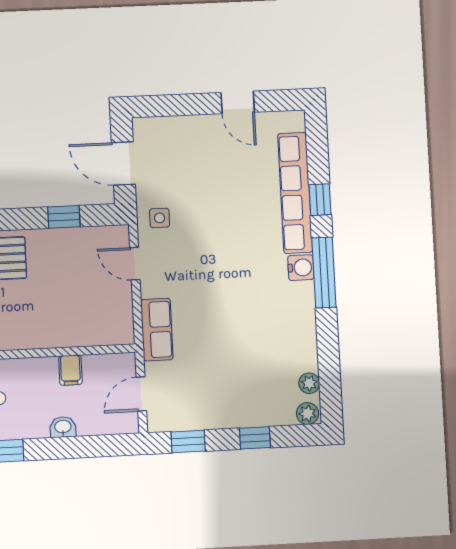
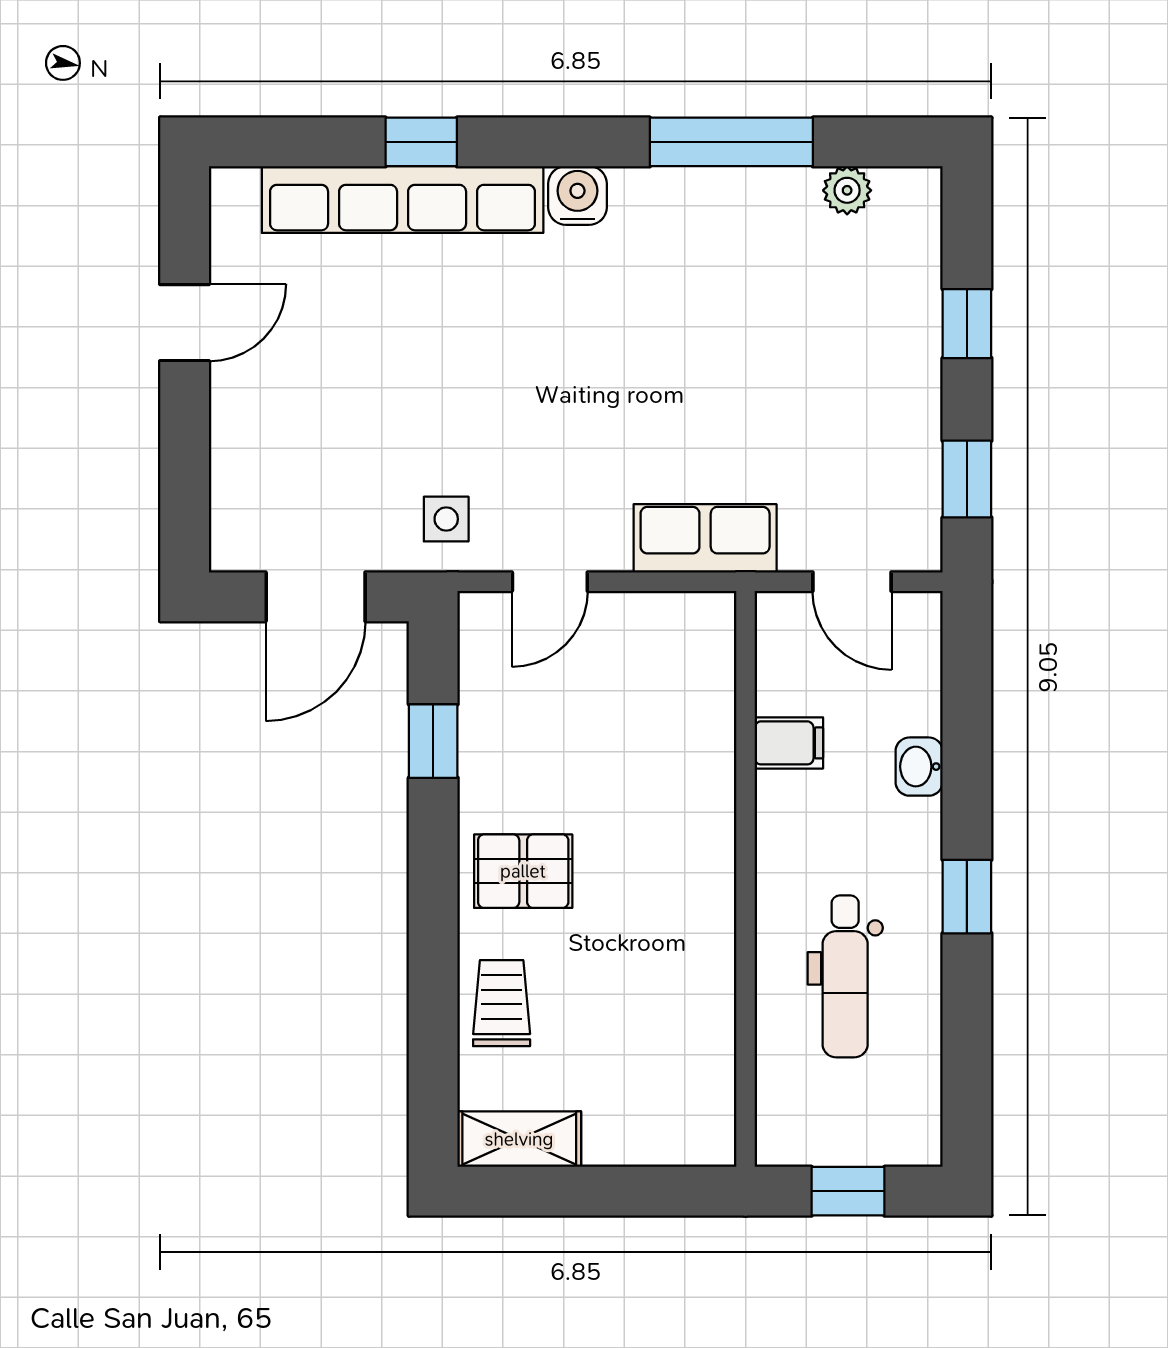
window: (324, 272) -> (731, 142), moved
plant: (308, 414) -> (917, 198), removed

